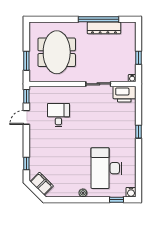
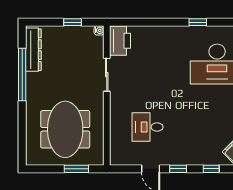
dresser: (104, 28) -> (33, 50), moved
meeting table: (57, 52) -> (65, 129), turned 90
window: (26, 96) -> (178, 169), moved
window: (139, 132) -> (198, 22), moved

